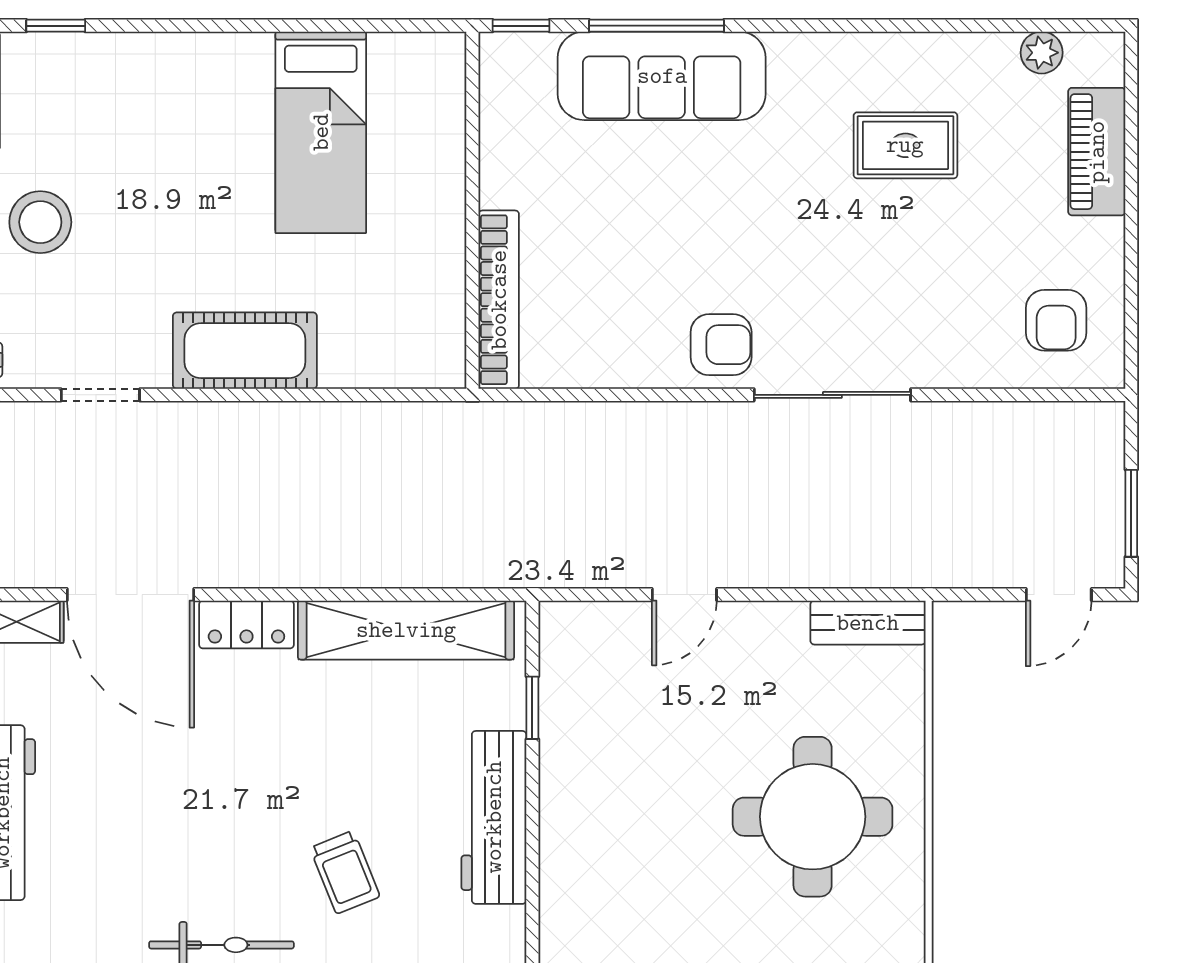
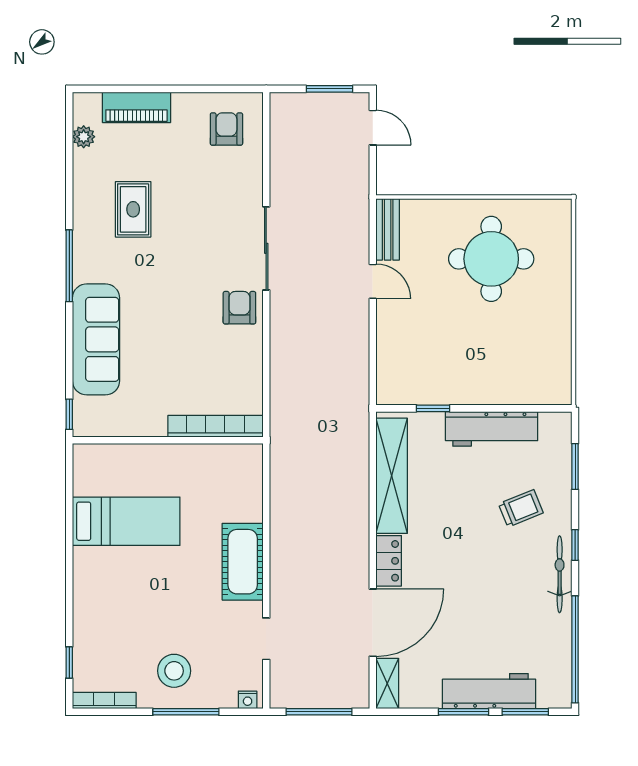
window: (657, 26) -> (69, 266), moved
armchair: (1056, 320) -> (226, 129), turned -90
door: (684, 595) -> (373, 281), moved

